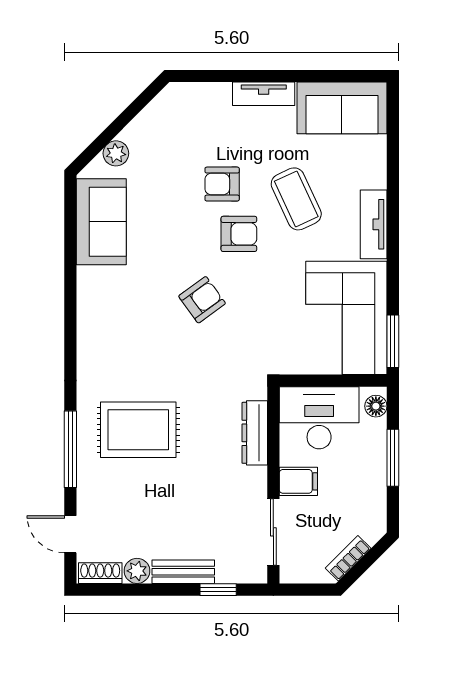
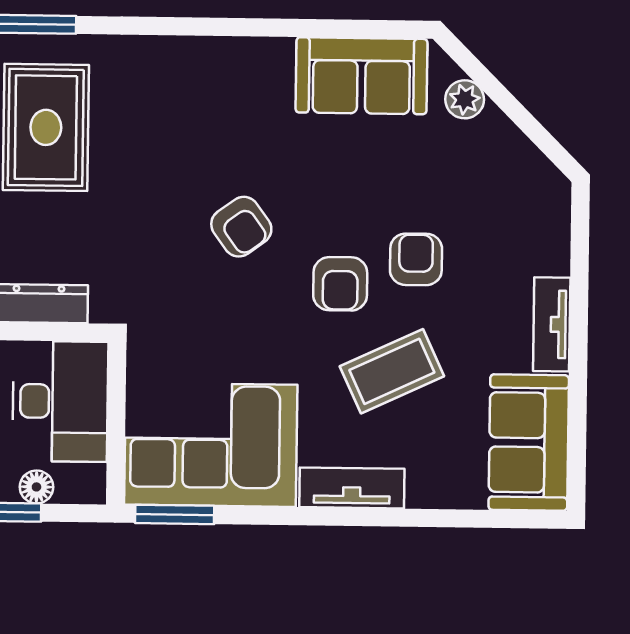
floor lamp: (376, 406) -> (37, 487), moved

